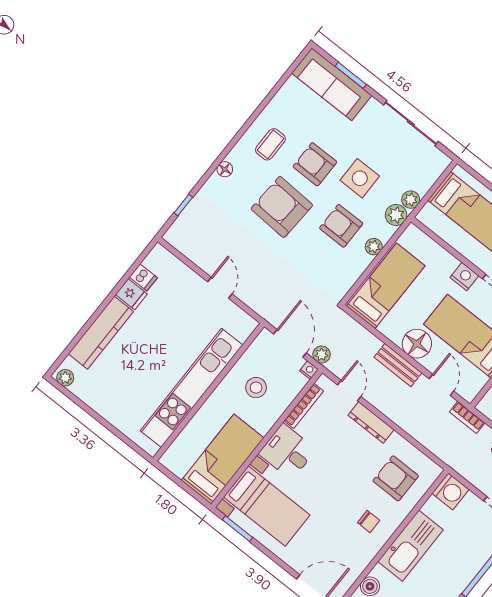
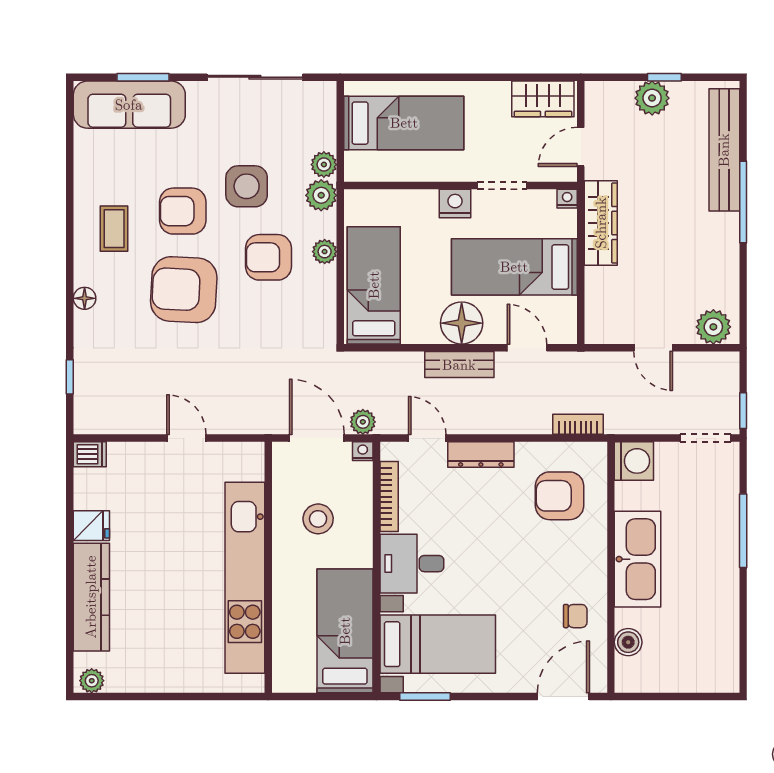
dishwasher: (143, 277) -> (90, 454), moved
bookcase: (467, 417) -> (578, 424), moved, turned 180
chair: (369, 521) -> (575, 616), moved

